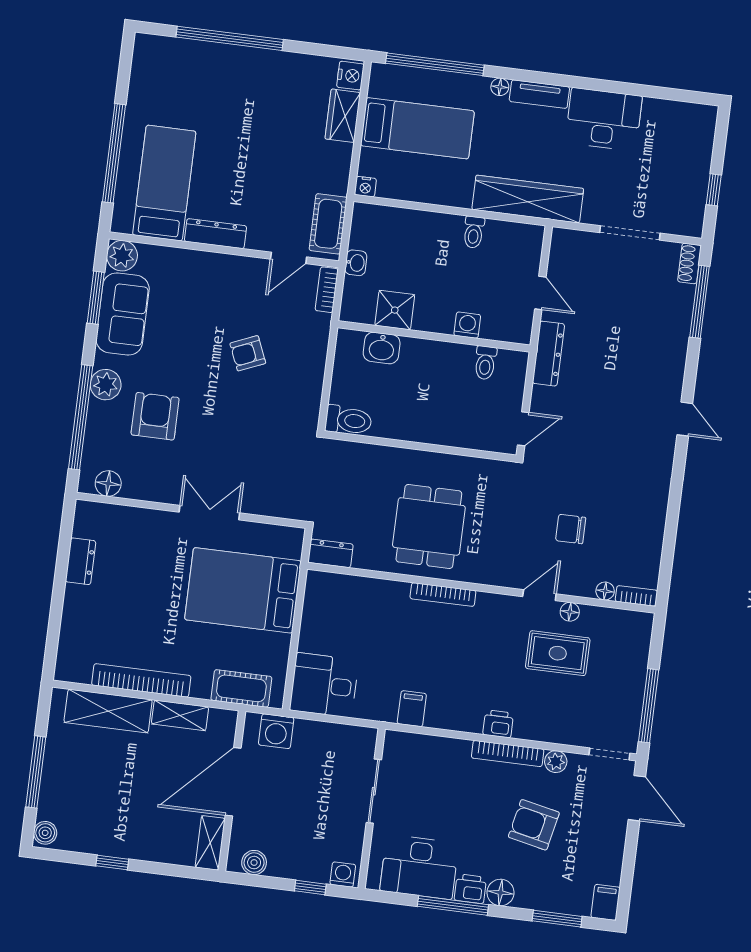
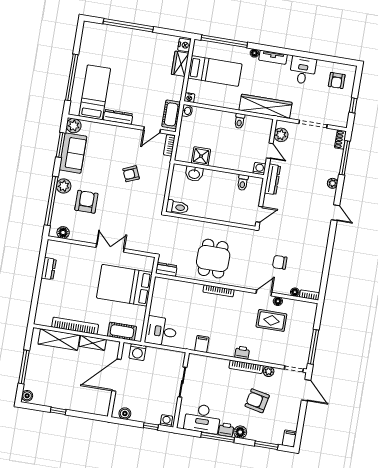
desk: (604, 119) -> (303, 70), width x0.73
armchair: (677, 138) -> (337, 80), added
plant: (563, 258) -> (281, 135), added
washbasin: (356, 263) -> (187, 111), moved
washing machine: (467, 325) -> (259, 169), moved
plant: (676, 357) -> (333, 183), added
shelving: (210, 843) -> (105, 403), removed

